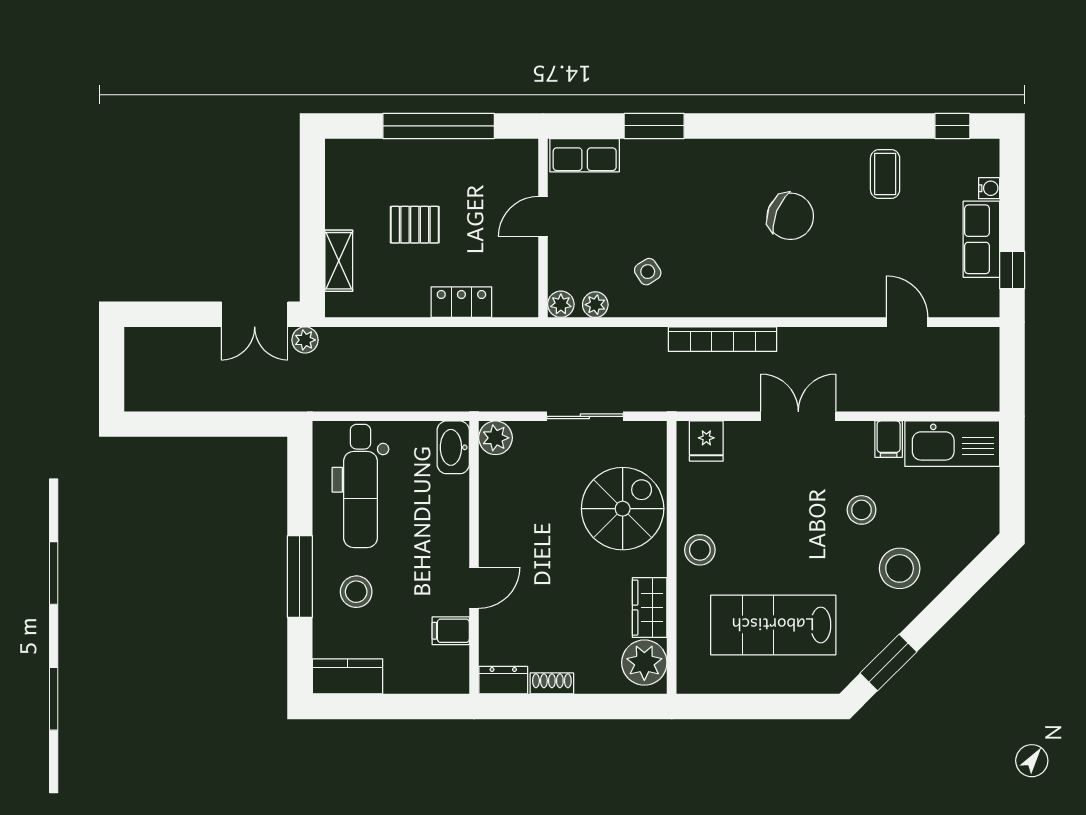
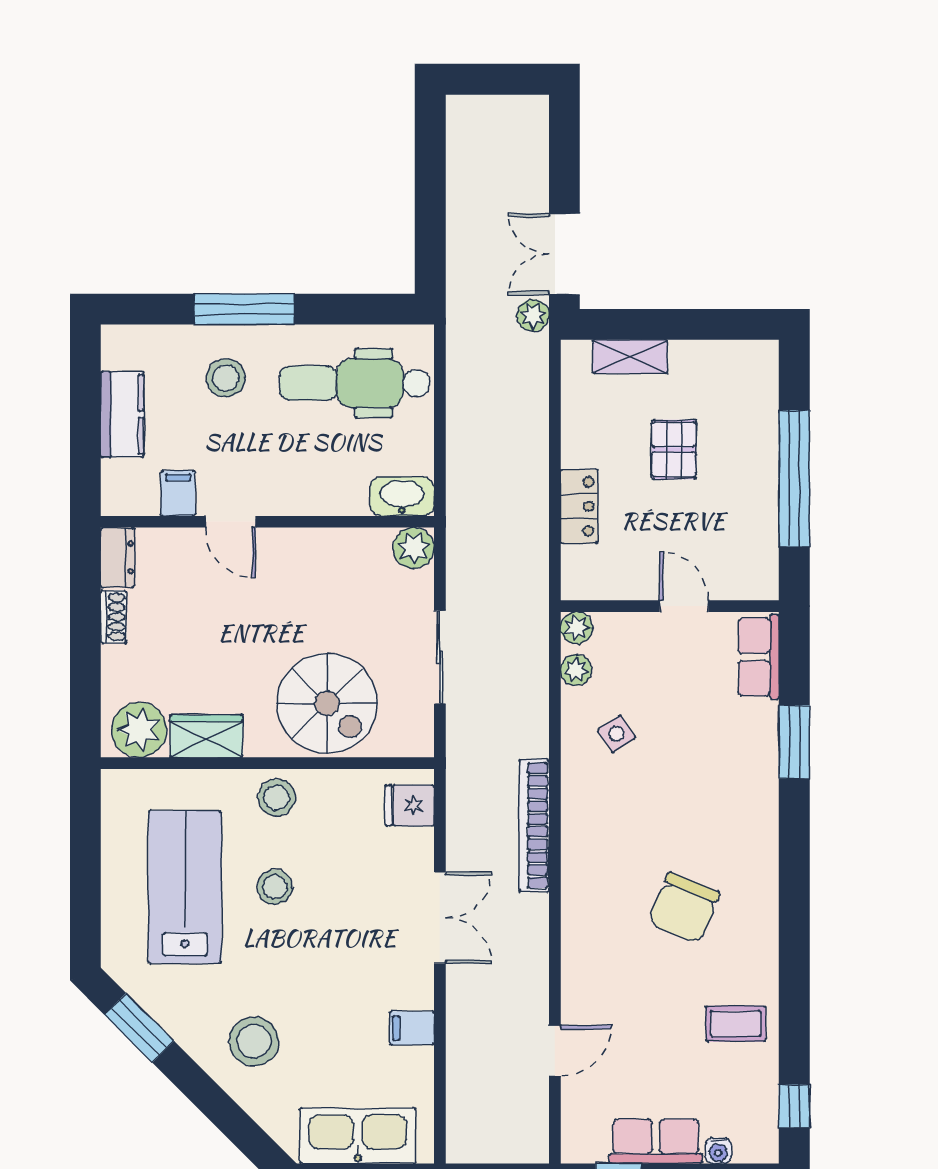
kitchen sink: (952, 444) -> (358, 1136), moved, turned 90
stool: (862, 510) -> (275, 887), moved
kitchen counter: (348, 676) -> (122, 414), moved

